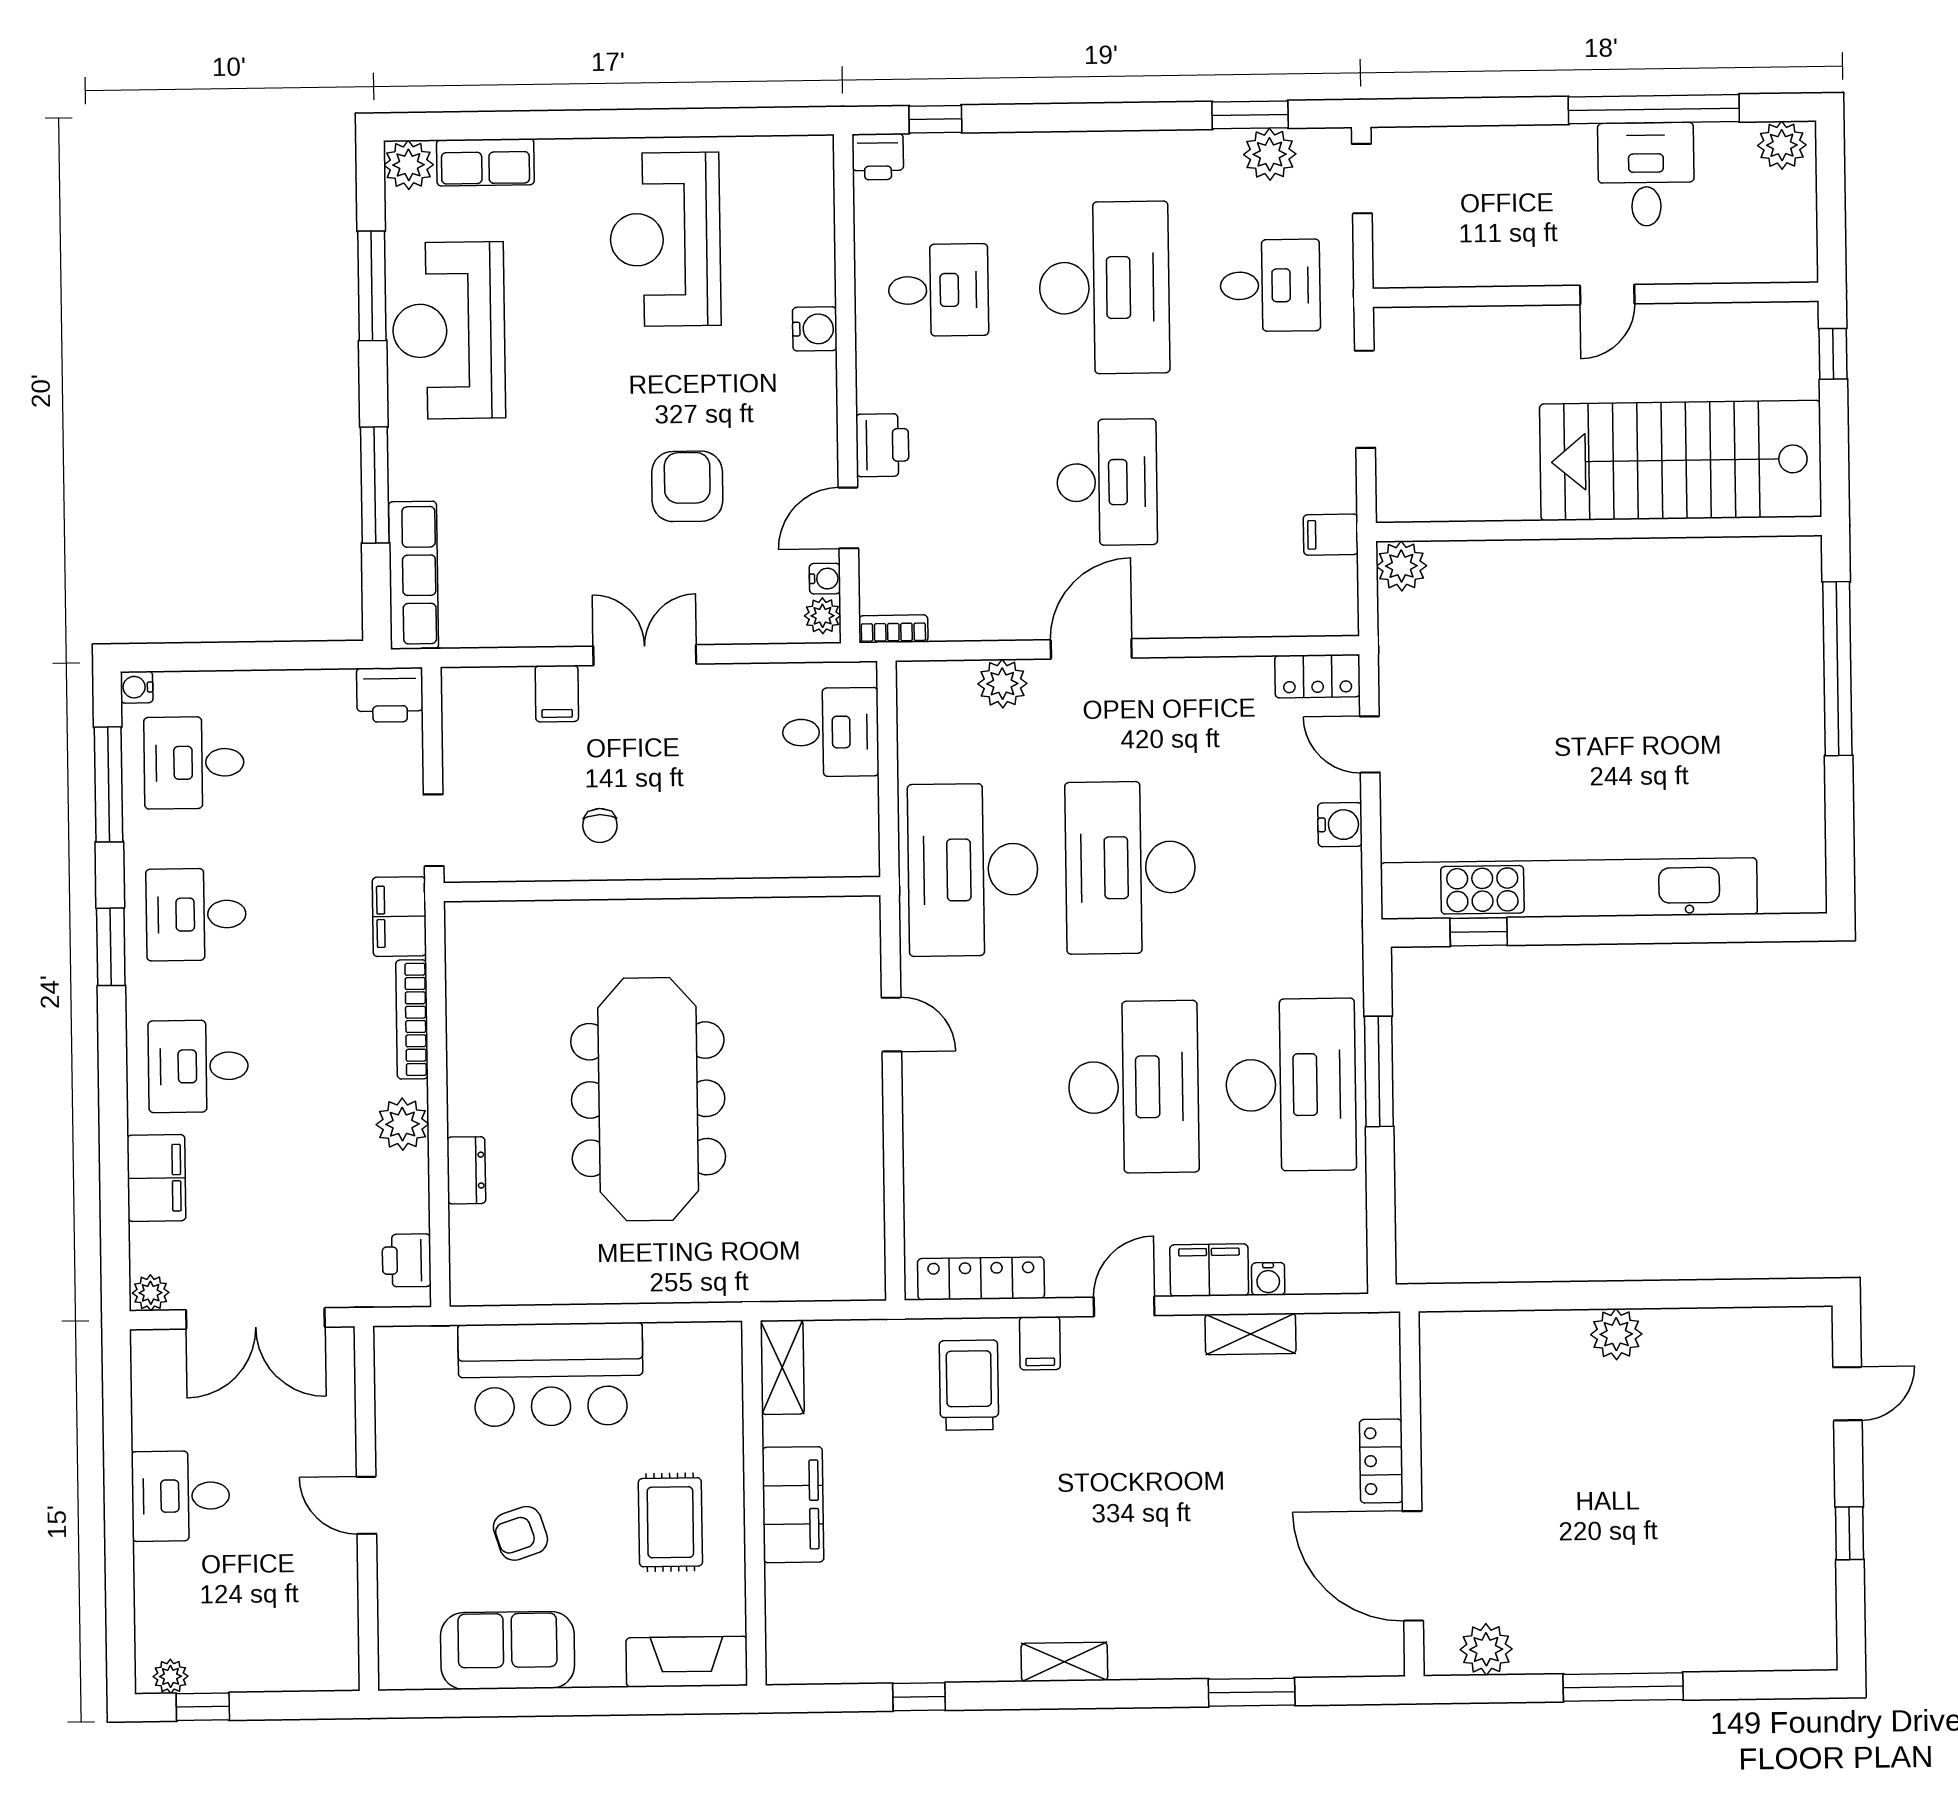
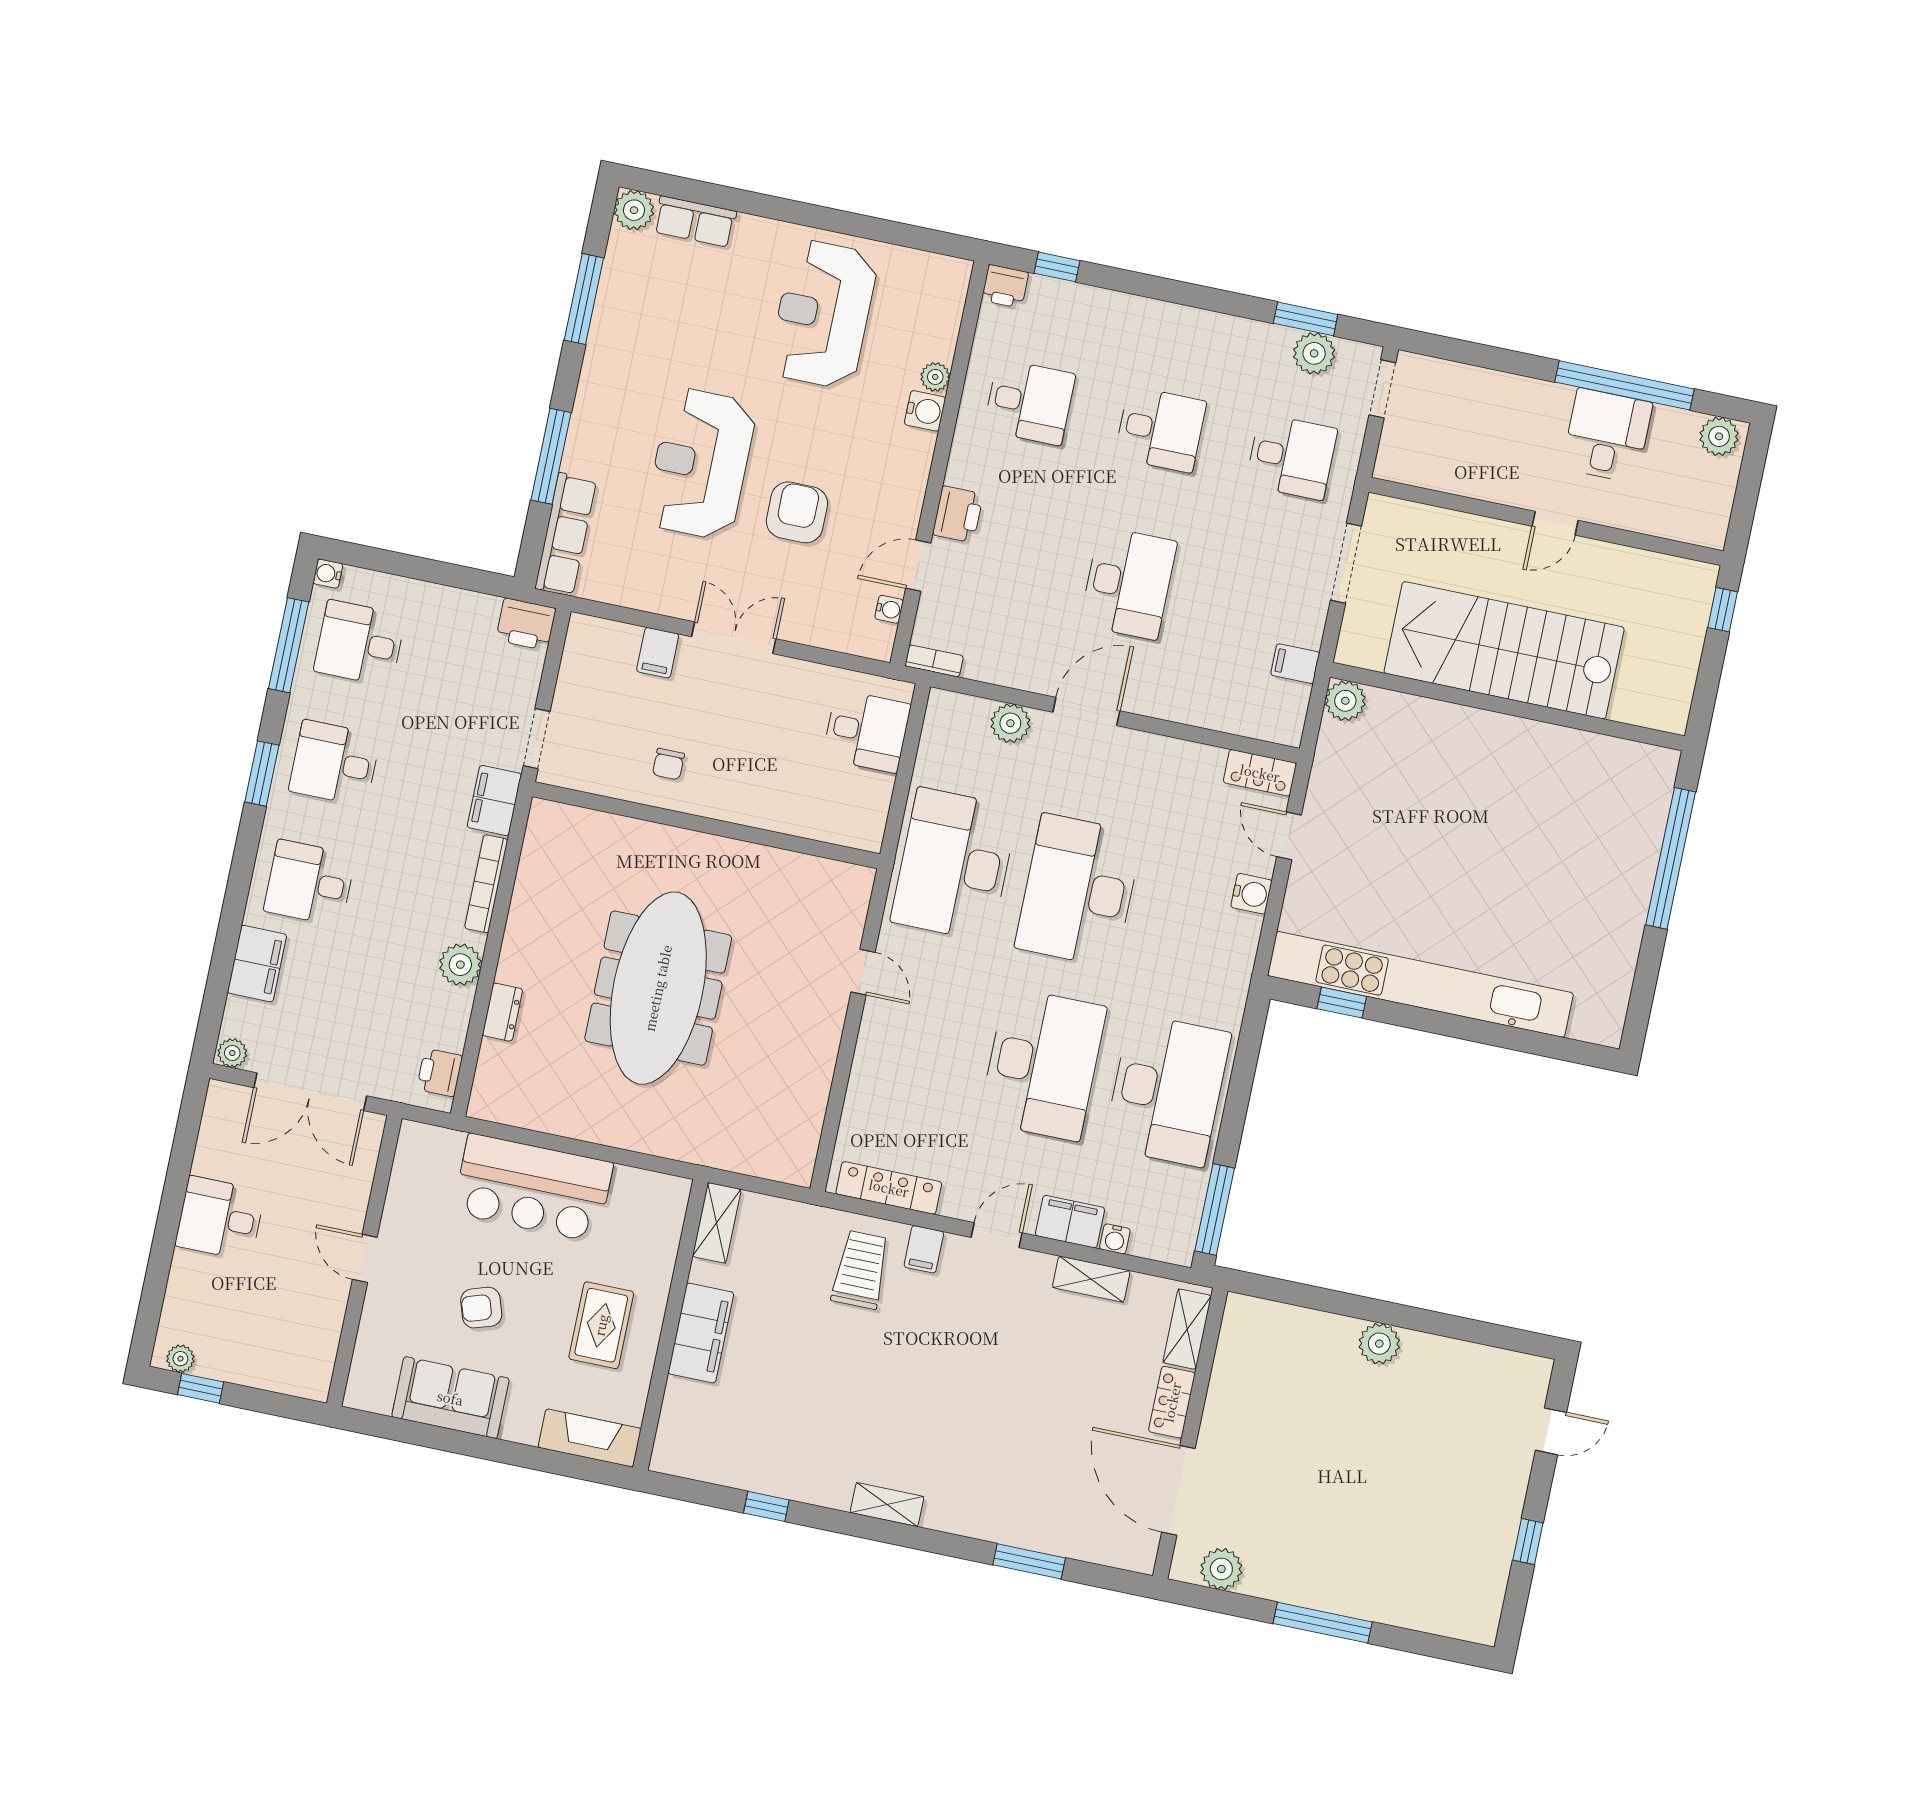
desk: (1104, 288) -> (1160, 429), width x0.53, depth x0.77
reception desk: (449, 330) -> (701, 464), moved
stairs: (1681, 460) -> (1504, 650), moved
plant: (823, 616) -> (935, 377), moved
window: (1379, 1071) -> (1215, 1209), moved
shelving: (1380, 1369) -> (1187, 1329), added

